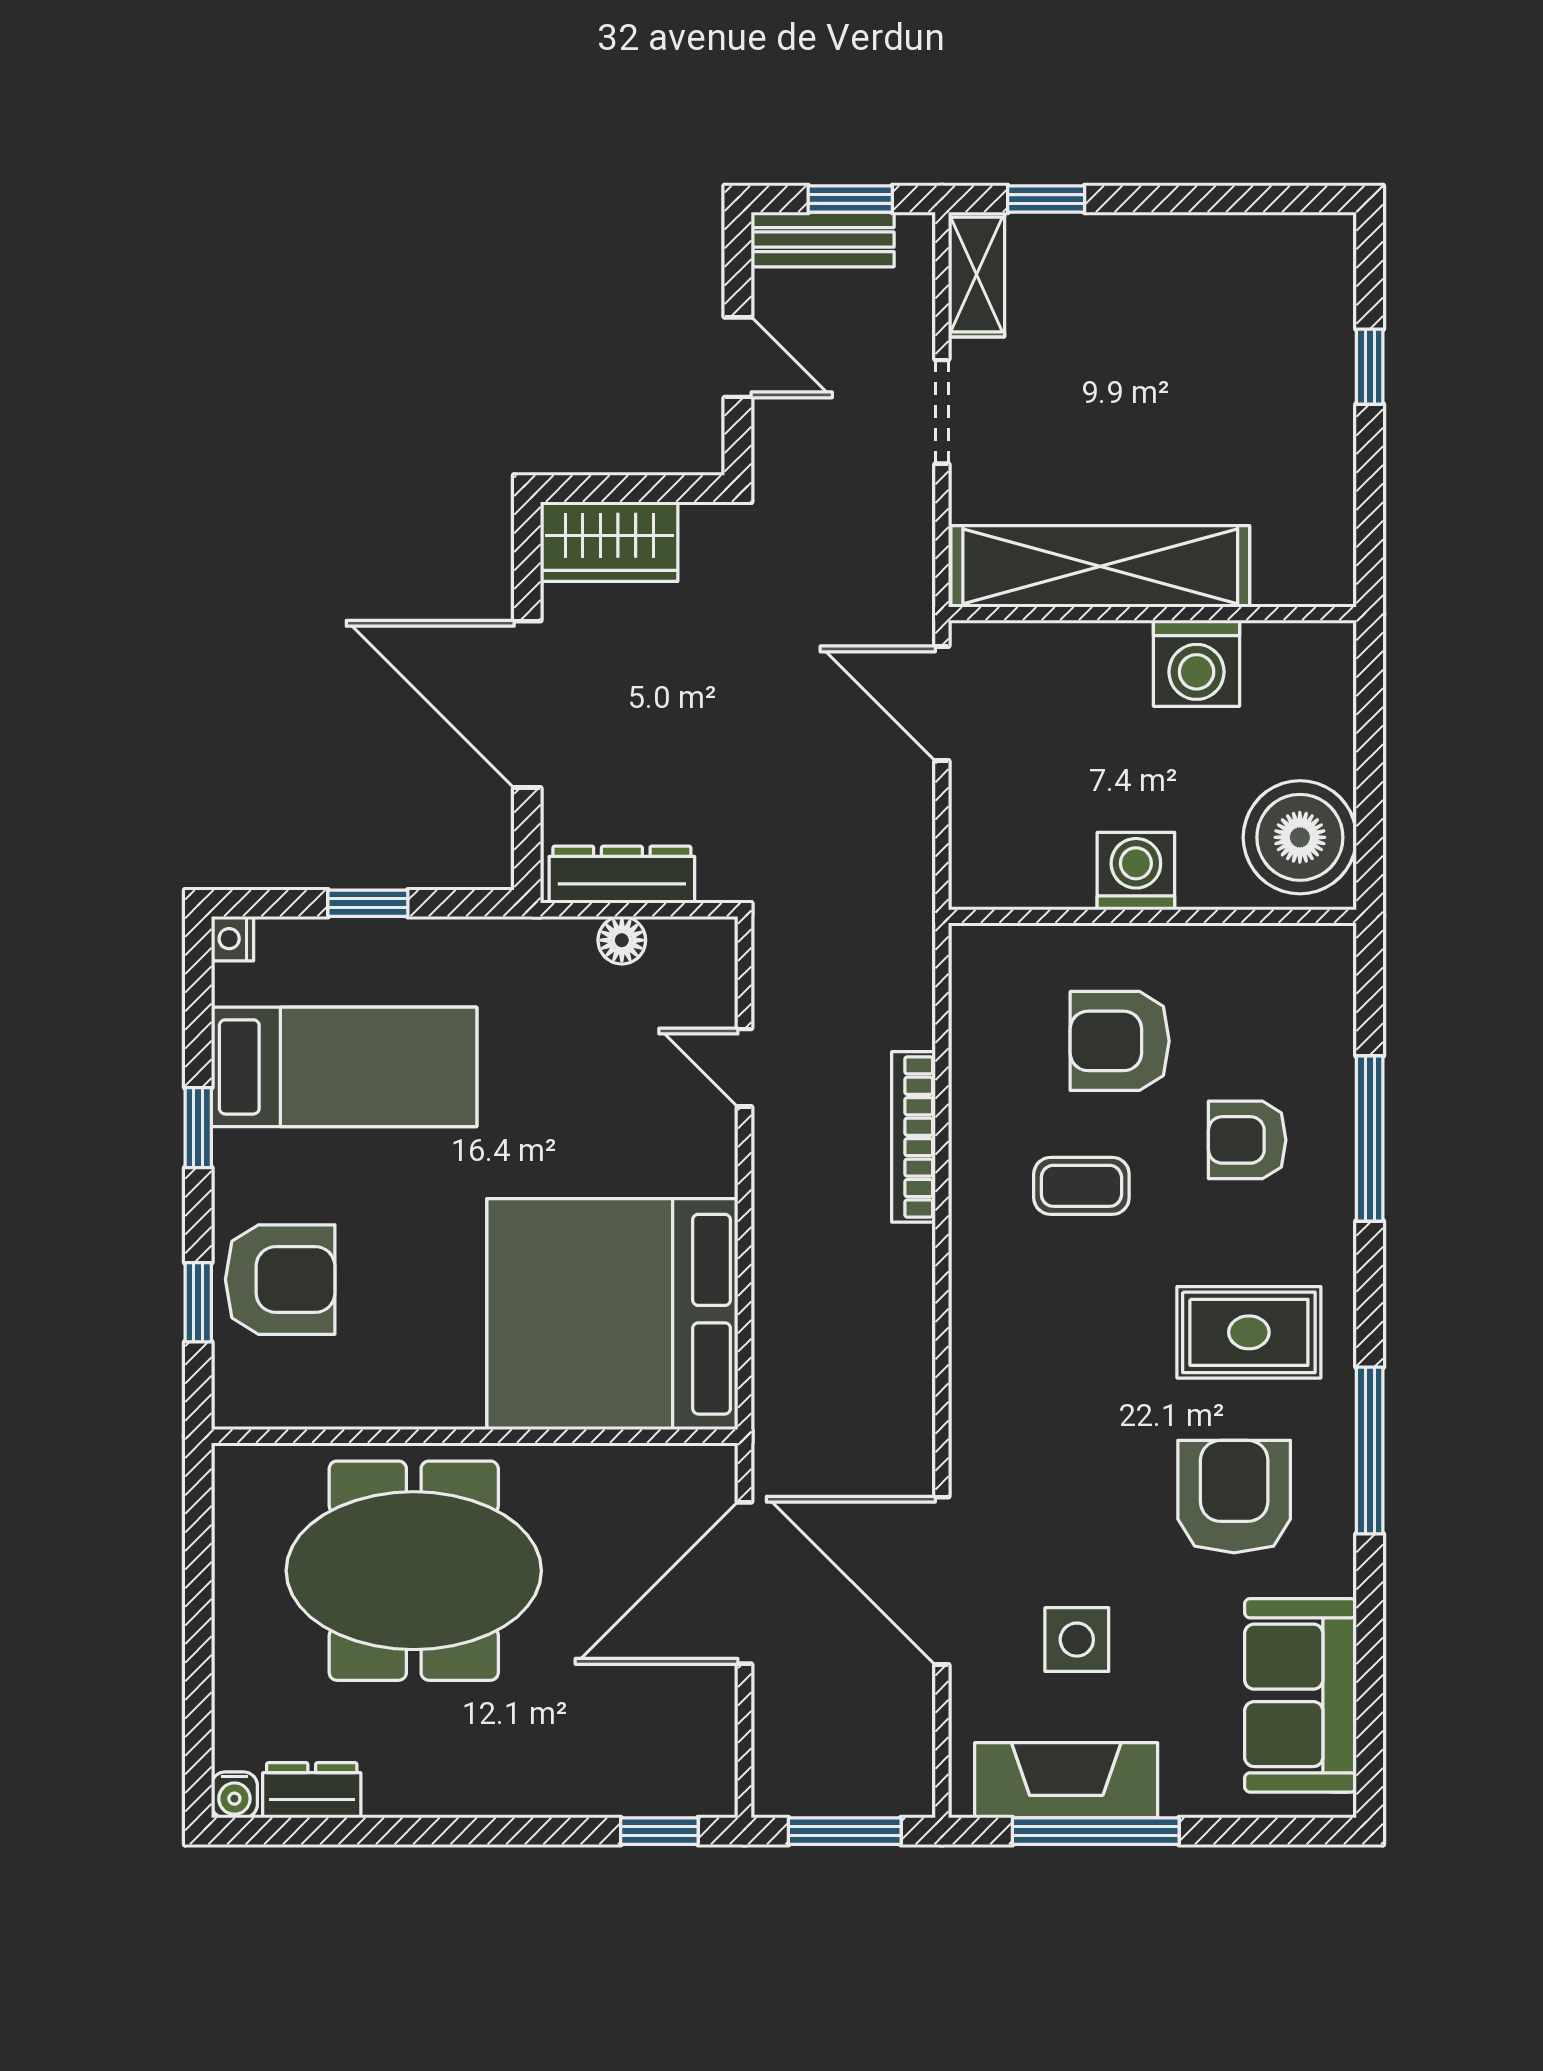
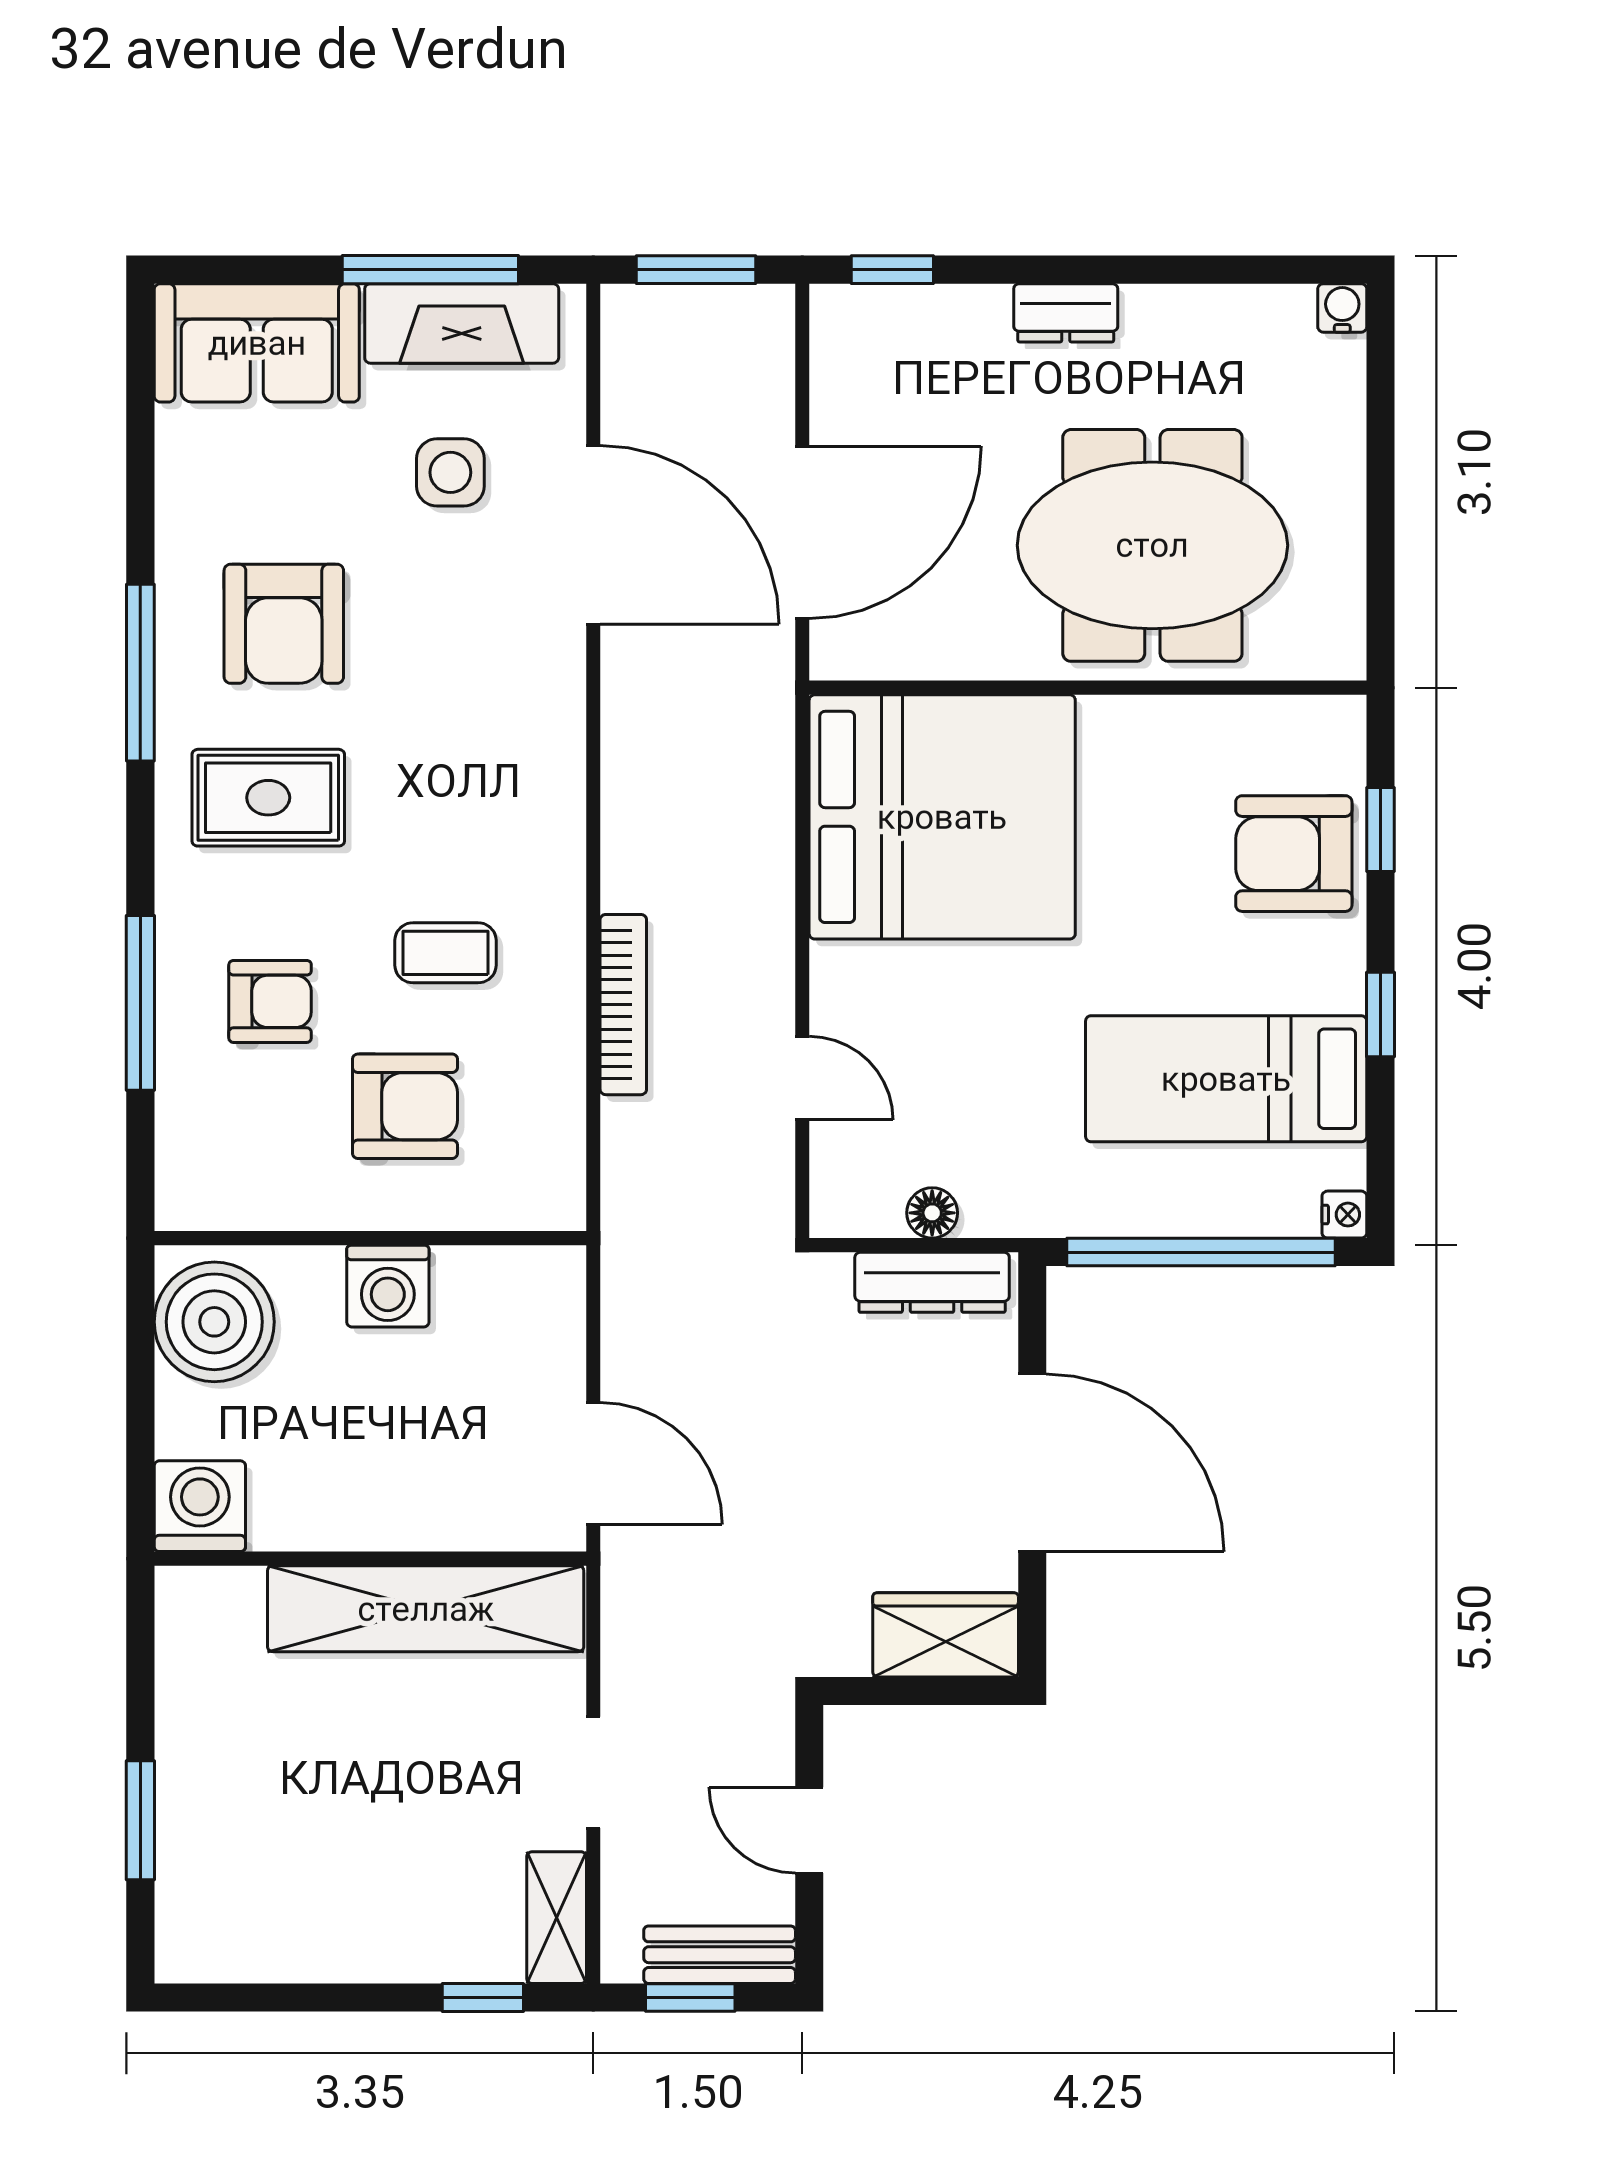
window: (1370, 367) -> (140, 1820), width x1.50
washing machine: (1197, 663) -> (200, 1506), moved
window: (368, 903) -> (1201, 1252), width x3.17
sofa: (1301, 1695) -> (257, 343), moved, turned 90
dresser: (312, 1790) -> (1066, 313), moved

